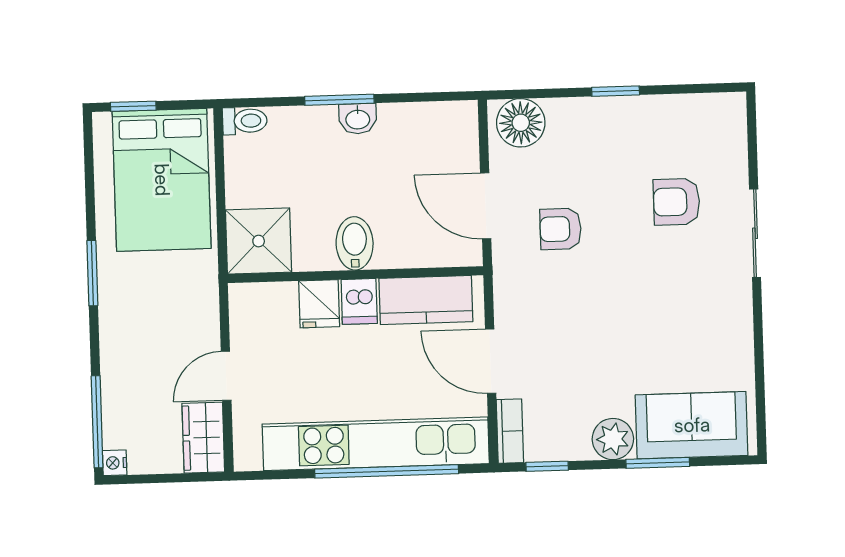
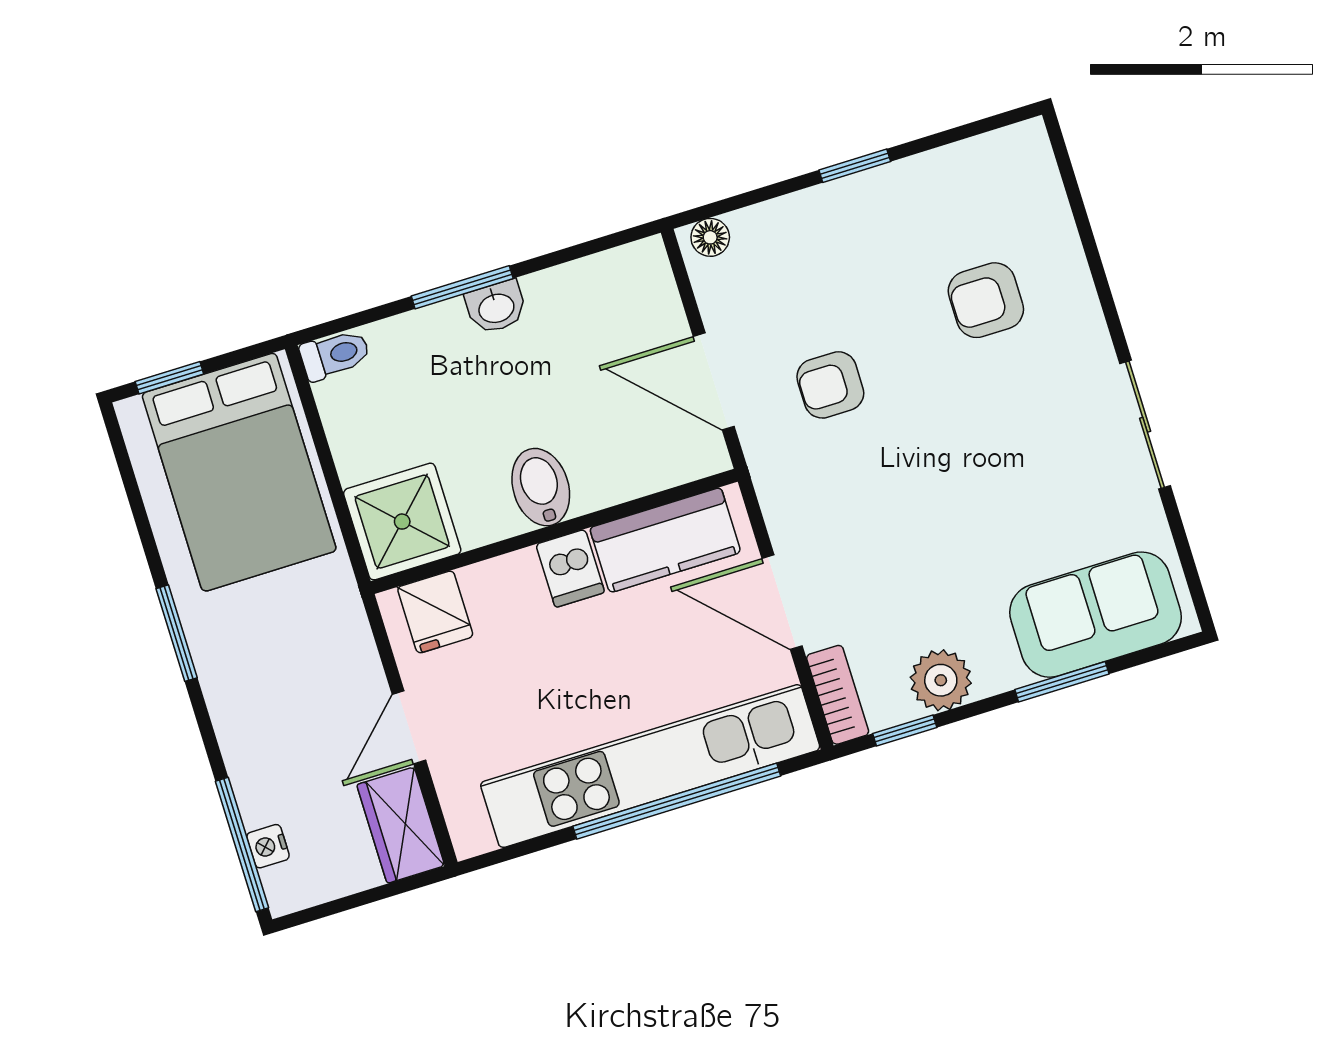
floor lamp: (521, 123) -> (710, 237), width x0.53, depth x0.53
sliding door: (755, 233) -> (1145, 425), moved
fridge: (319, 304) -> (435, 612), moved
plant: (613, 439) -> (941, 680), moved
nightstand: (115, 463) -> (268, 846), moved

